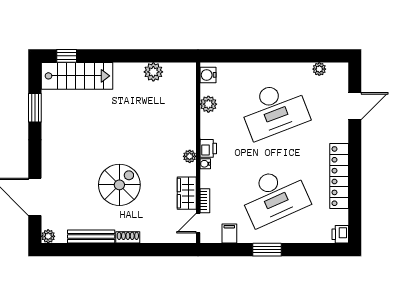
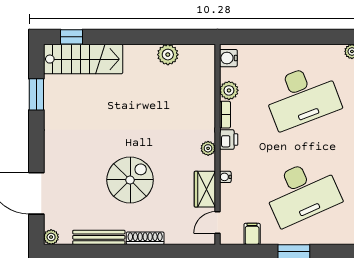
water cooler: (205, 164) -> (225, 177), moved
bookcase: (205, 201) -> (225, 115), moved
shoe rack: (128, 237) -> (145, 238), width x1.43

